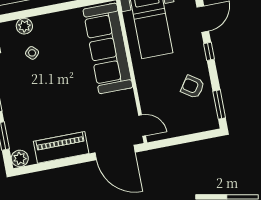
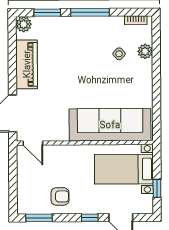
armchair: (193, 87) -> (60, 196), turned 56
door: (142, 125) -> (33, 143), hinge flipped

